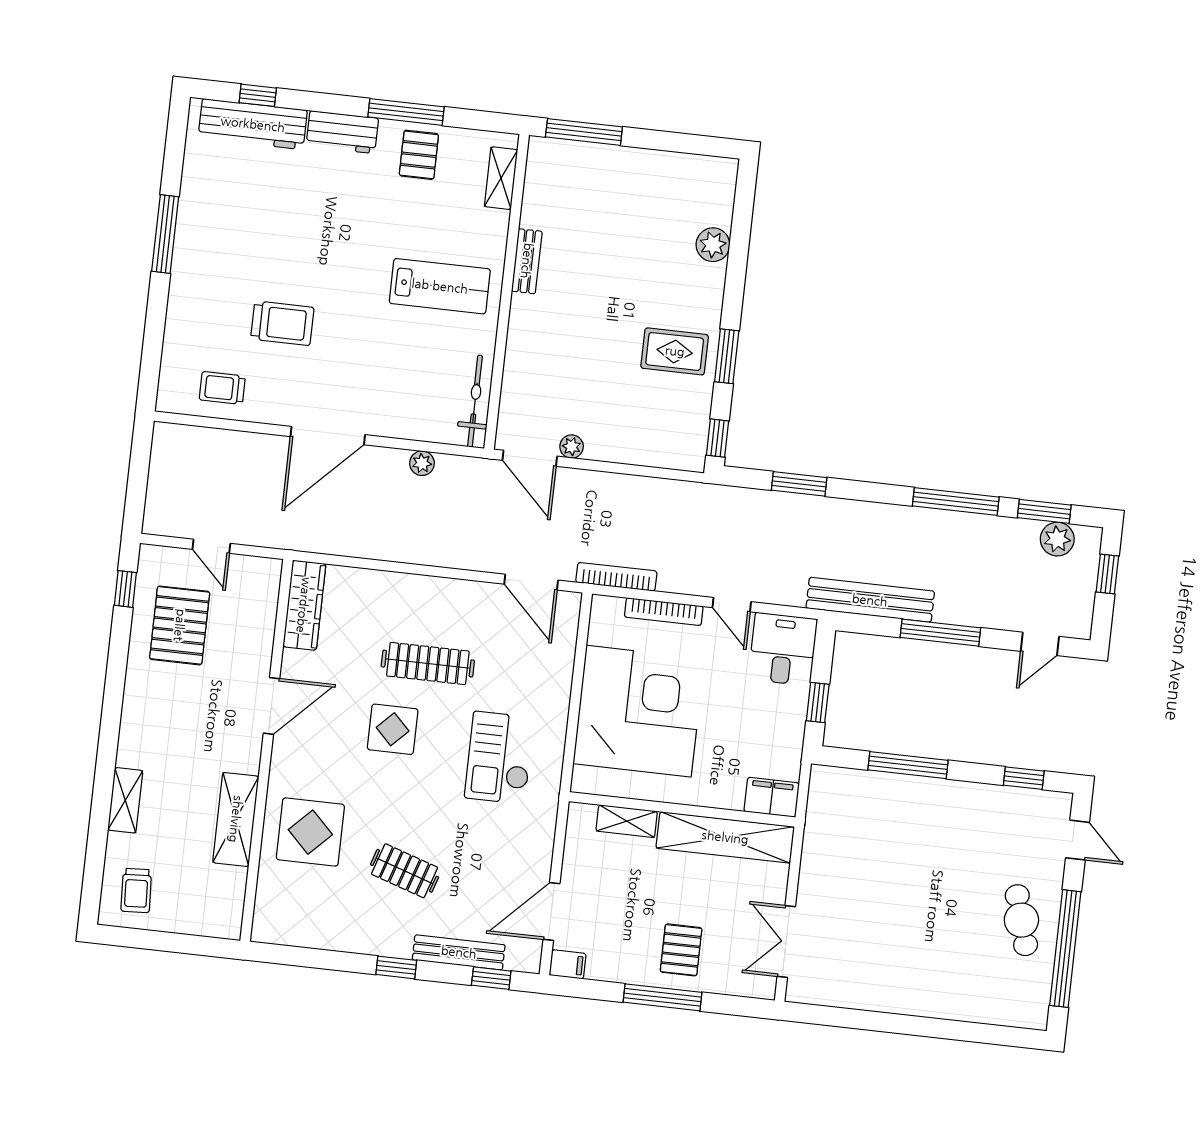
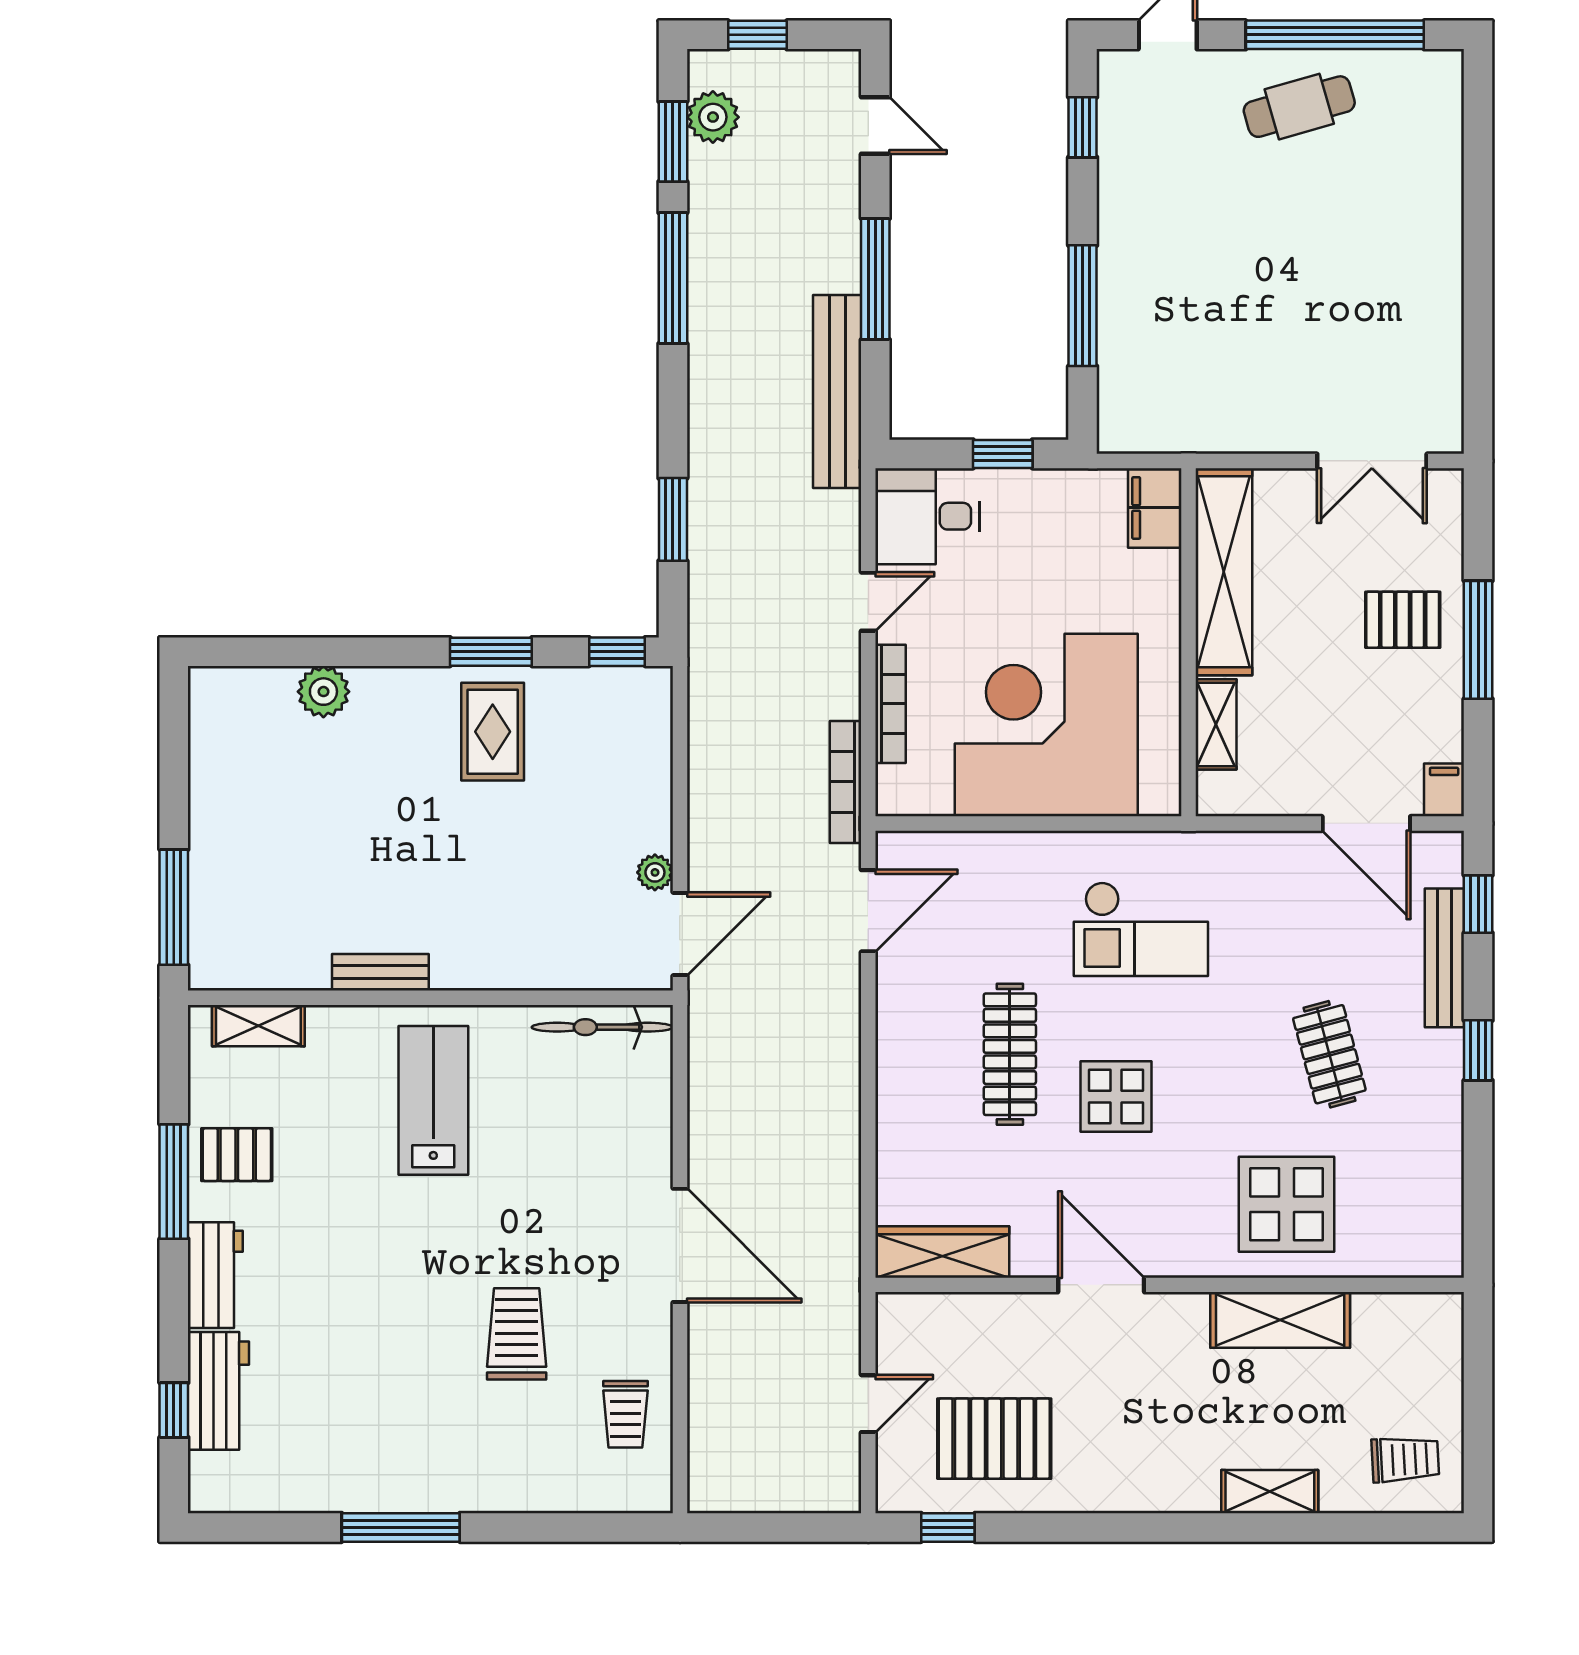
workbench: (253, 124) -> (218, 1391), width x0.73
plant: (422, 463) -> (706, 1097), removed
clothes rail: (405, 871) -> (1329, 1054), turned -33

